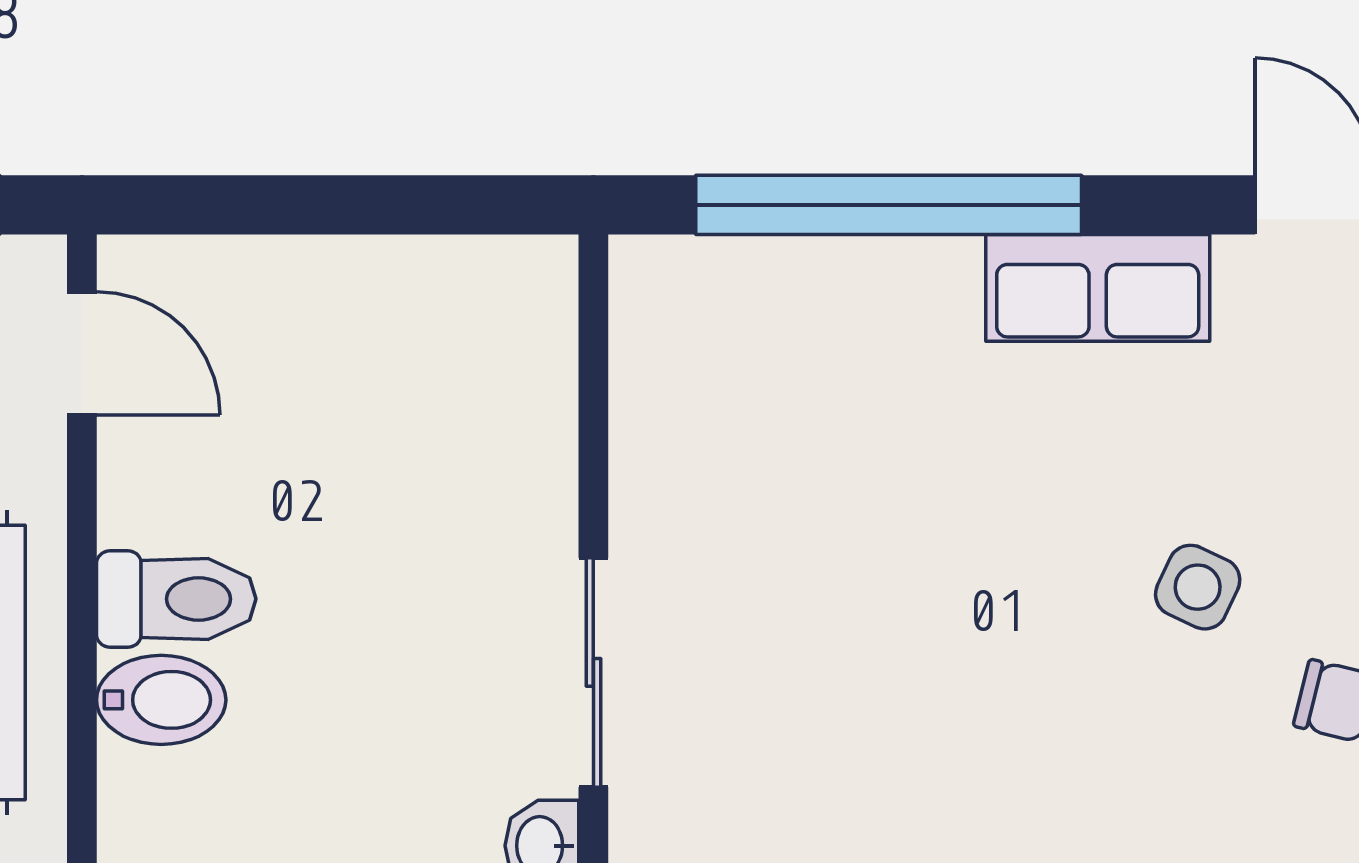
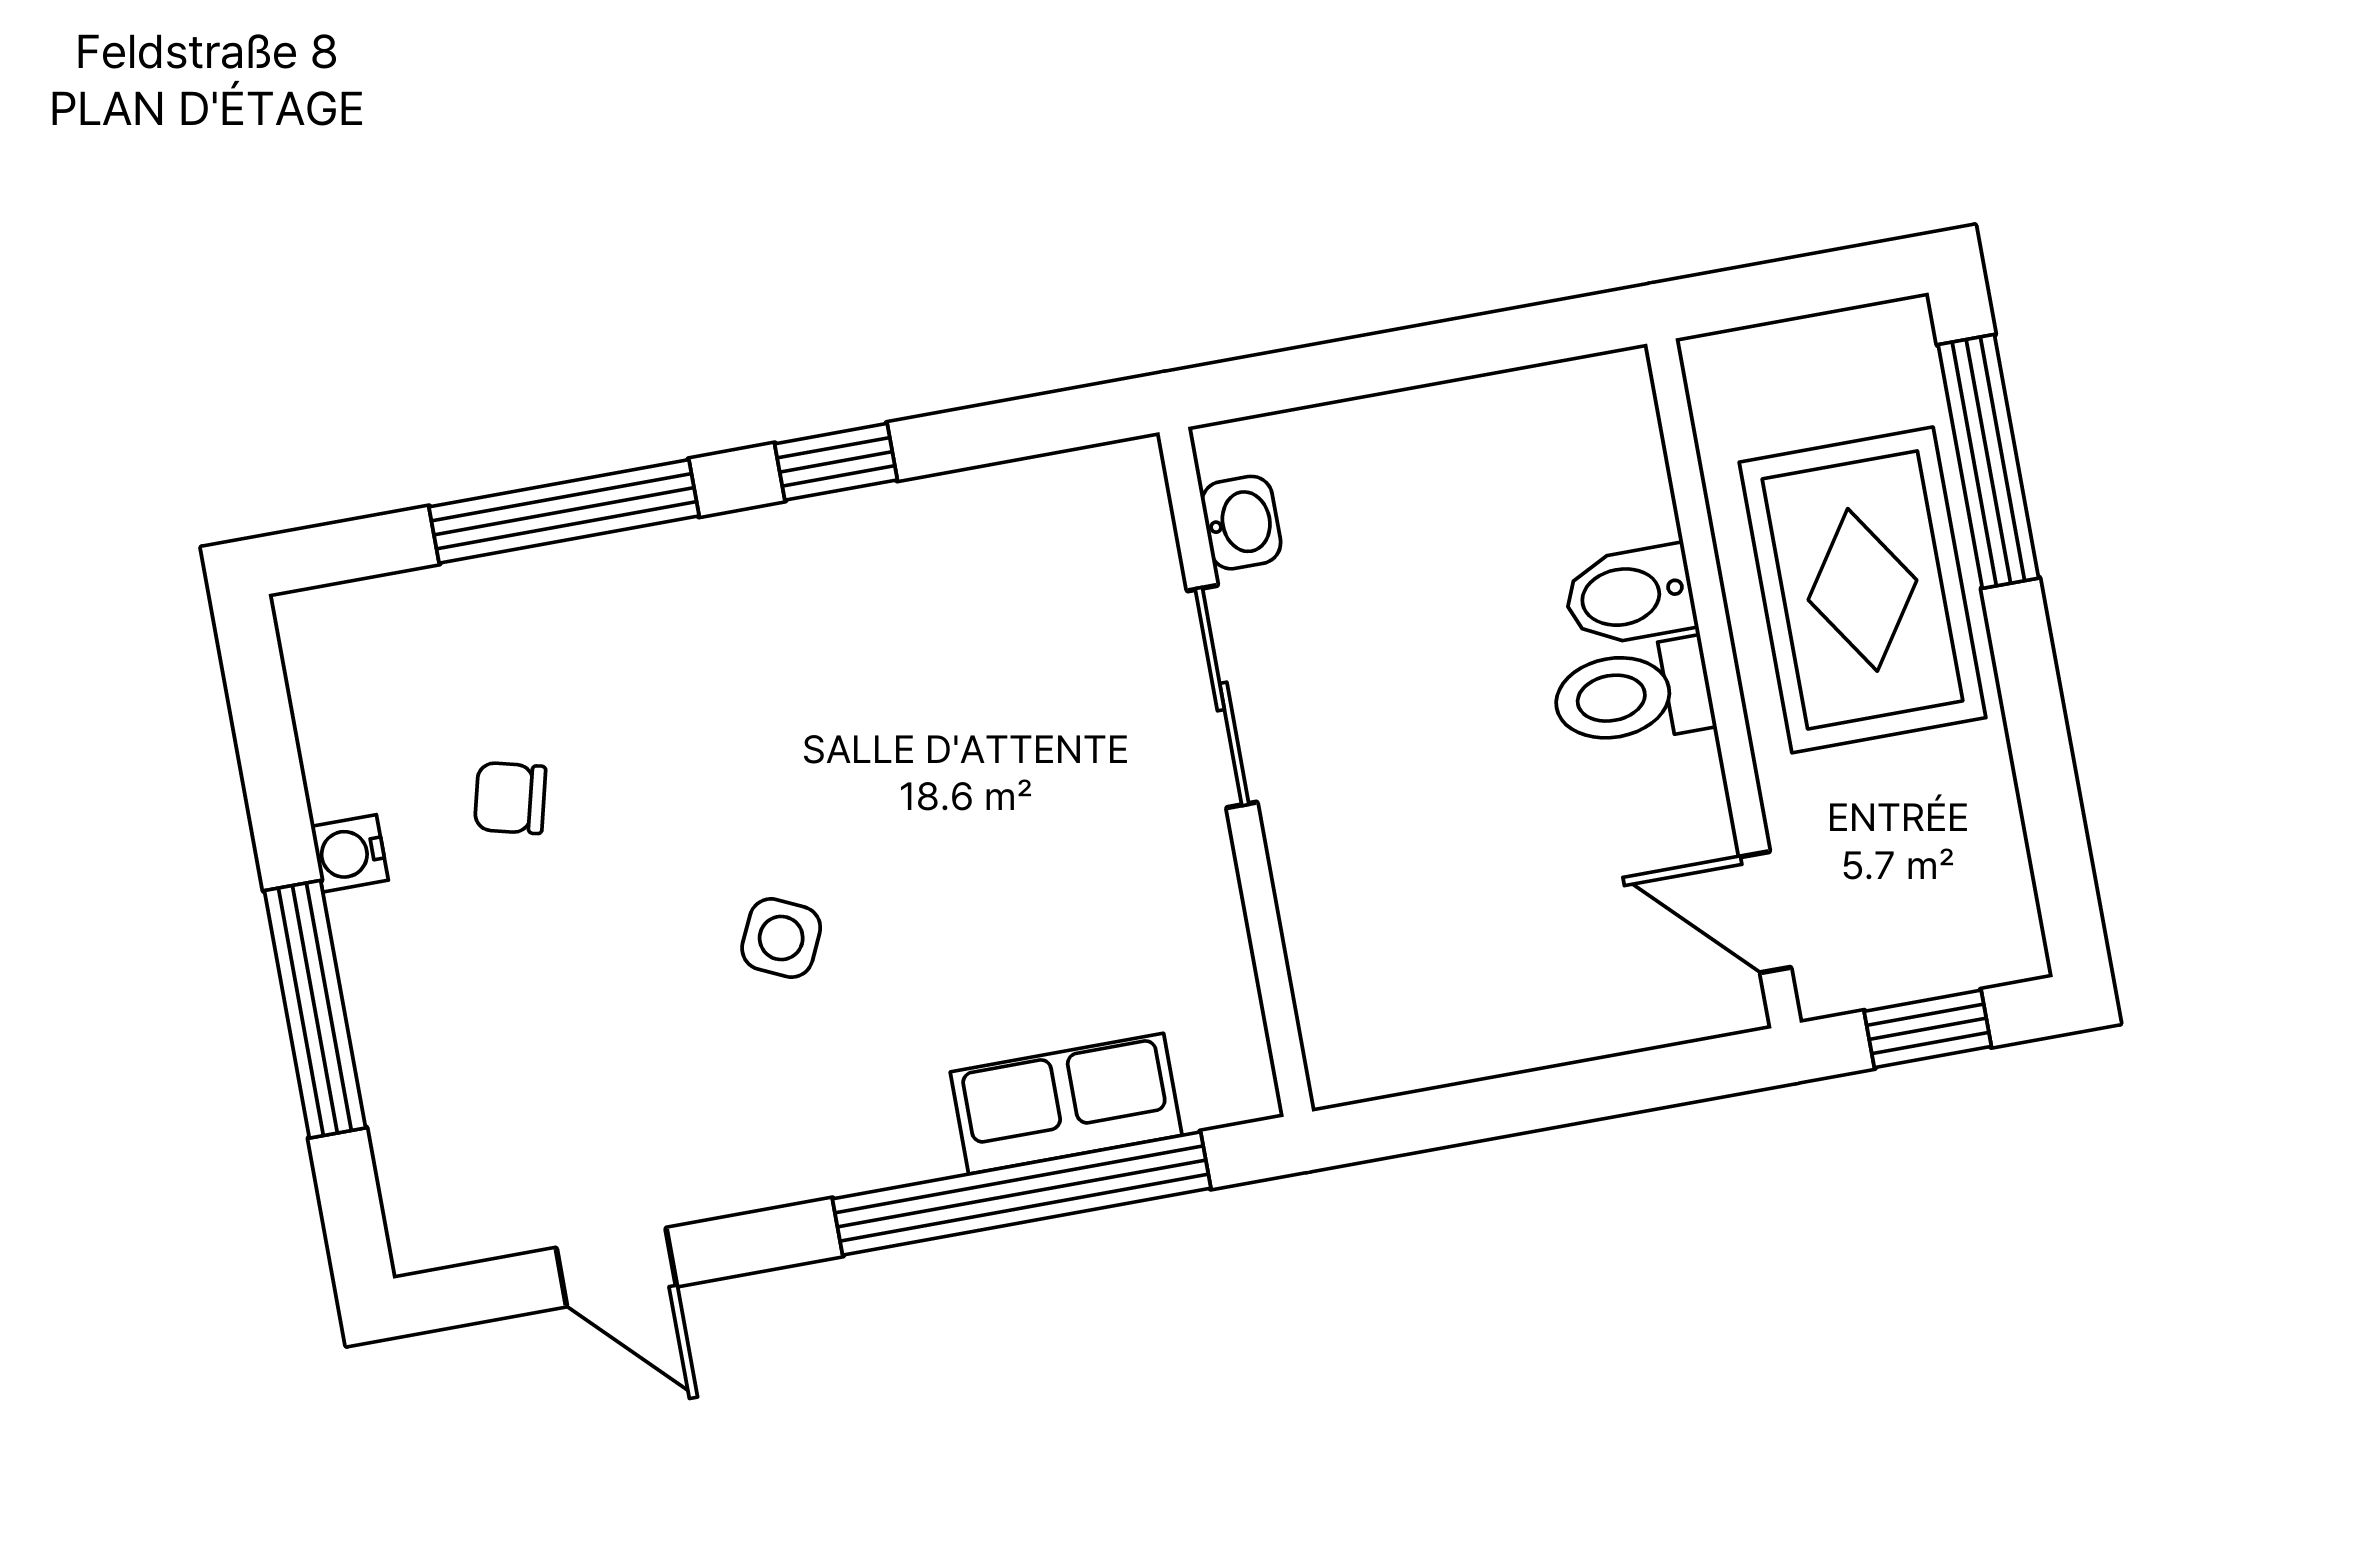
row of seats: (1098, 288) -> (1066, 1104), moved
side table: (1198, 587) -> (781, 938), moved

